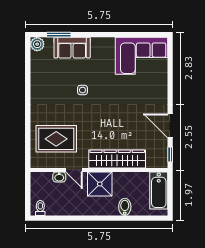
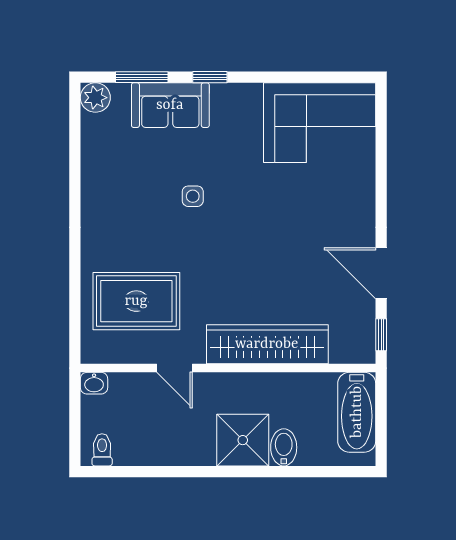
window: (90, 35) -> (210, 77), added
washbasin: (59, 177) -> (94, 383), moved
shower: (100, 184) -> (243, 440), moved

